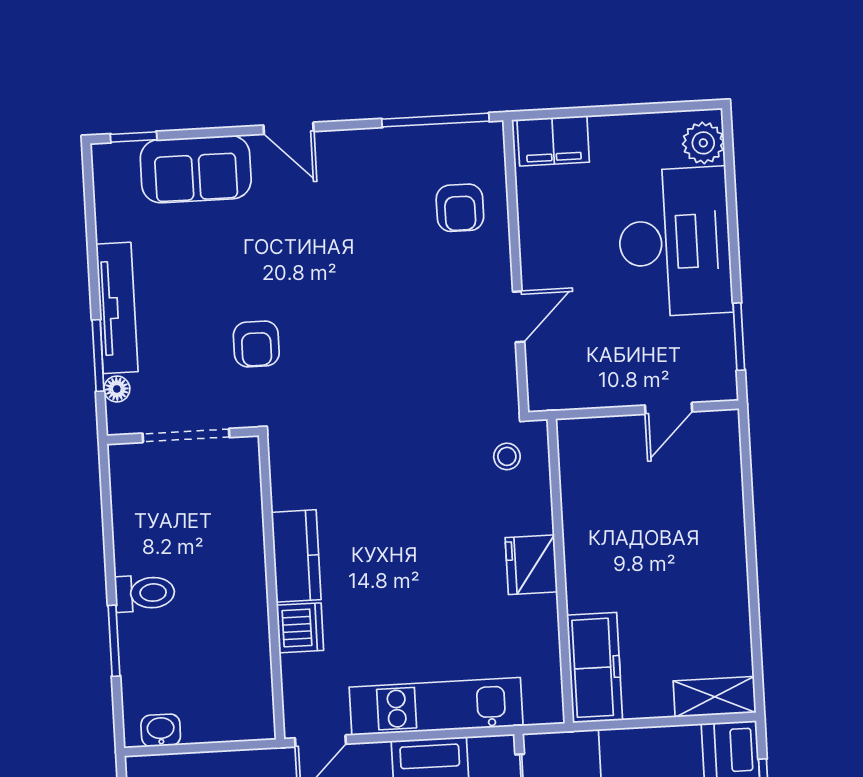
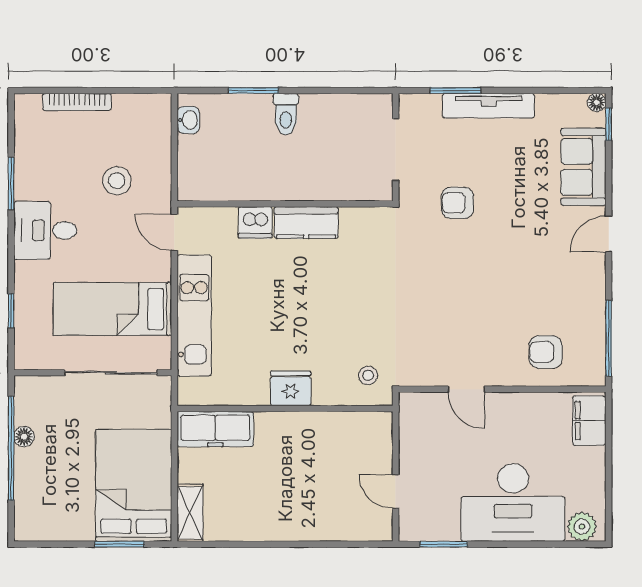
floor lamp: (117, 389) -> (597, 102), moved

